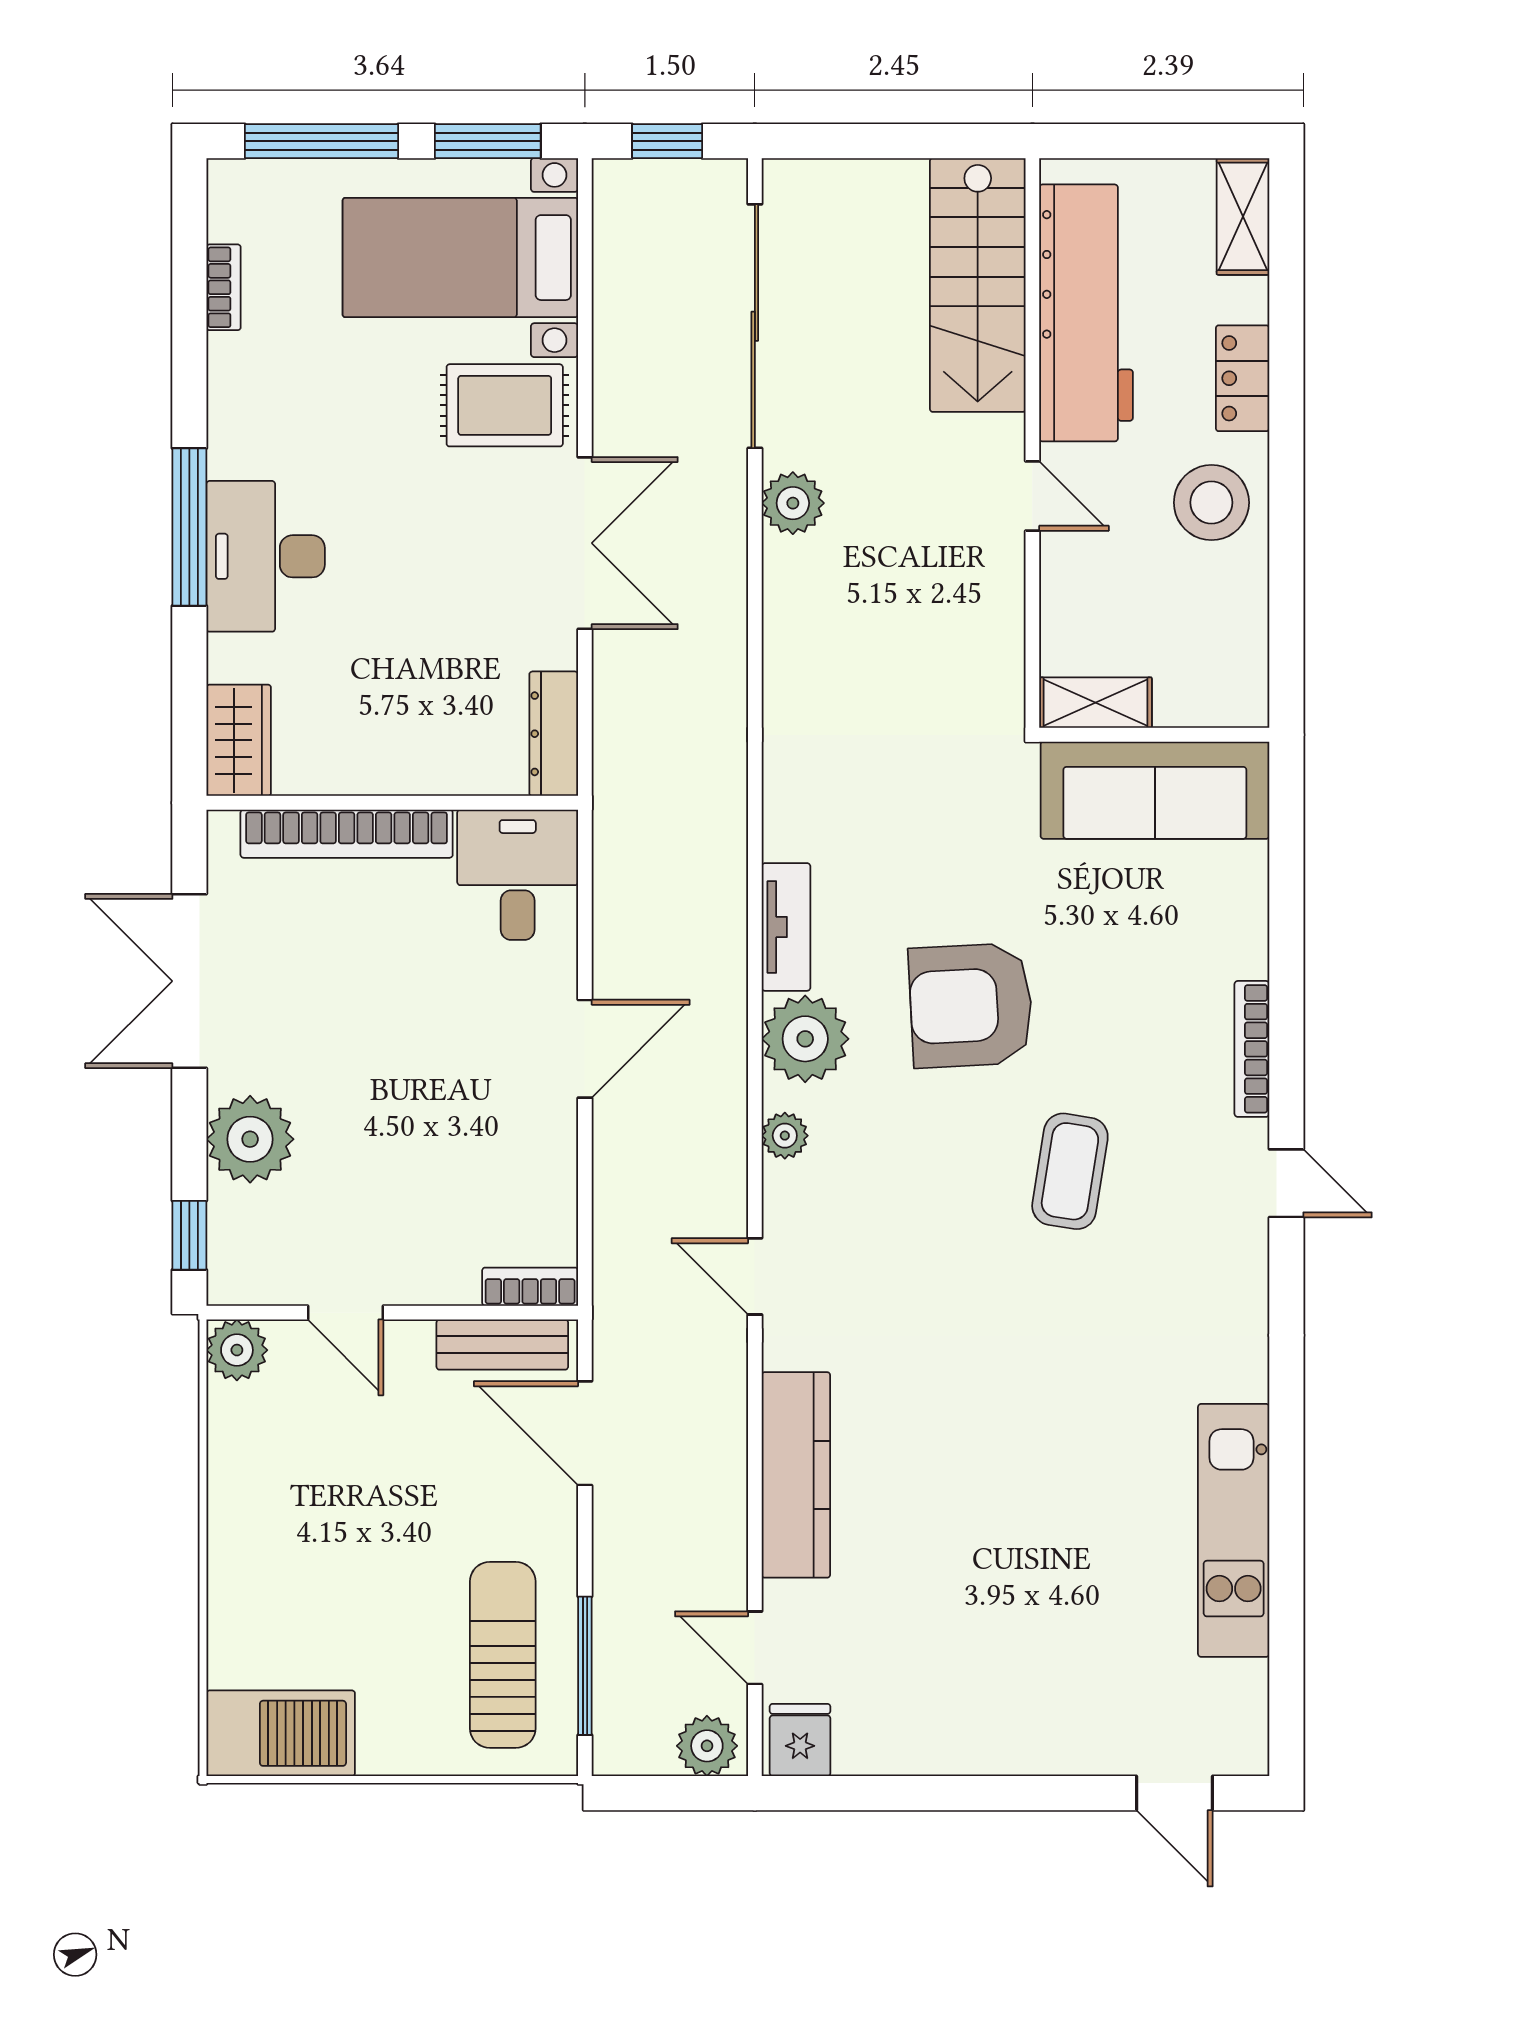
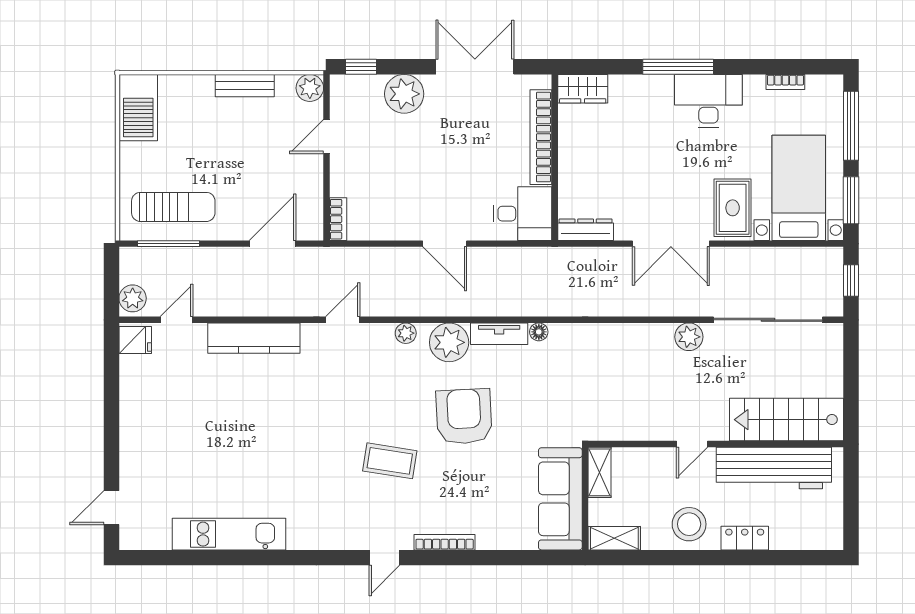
shelving: (1243, 216) -> (614, 538), moved
desk: (266, 556) -> (708, 101), moved
floor lamp: (782, 838) -> (539, 332), added
bench: (502, 1345) -> (245, 86), moved, turned 90

